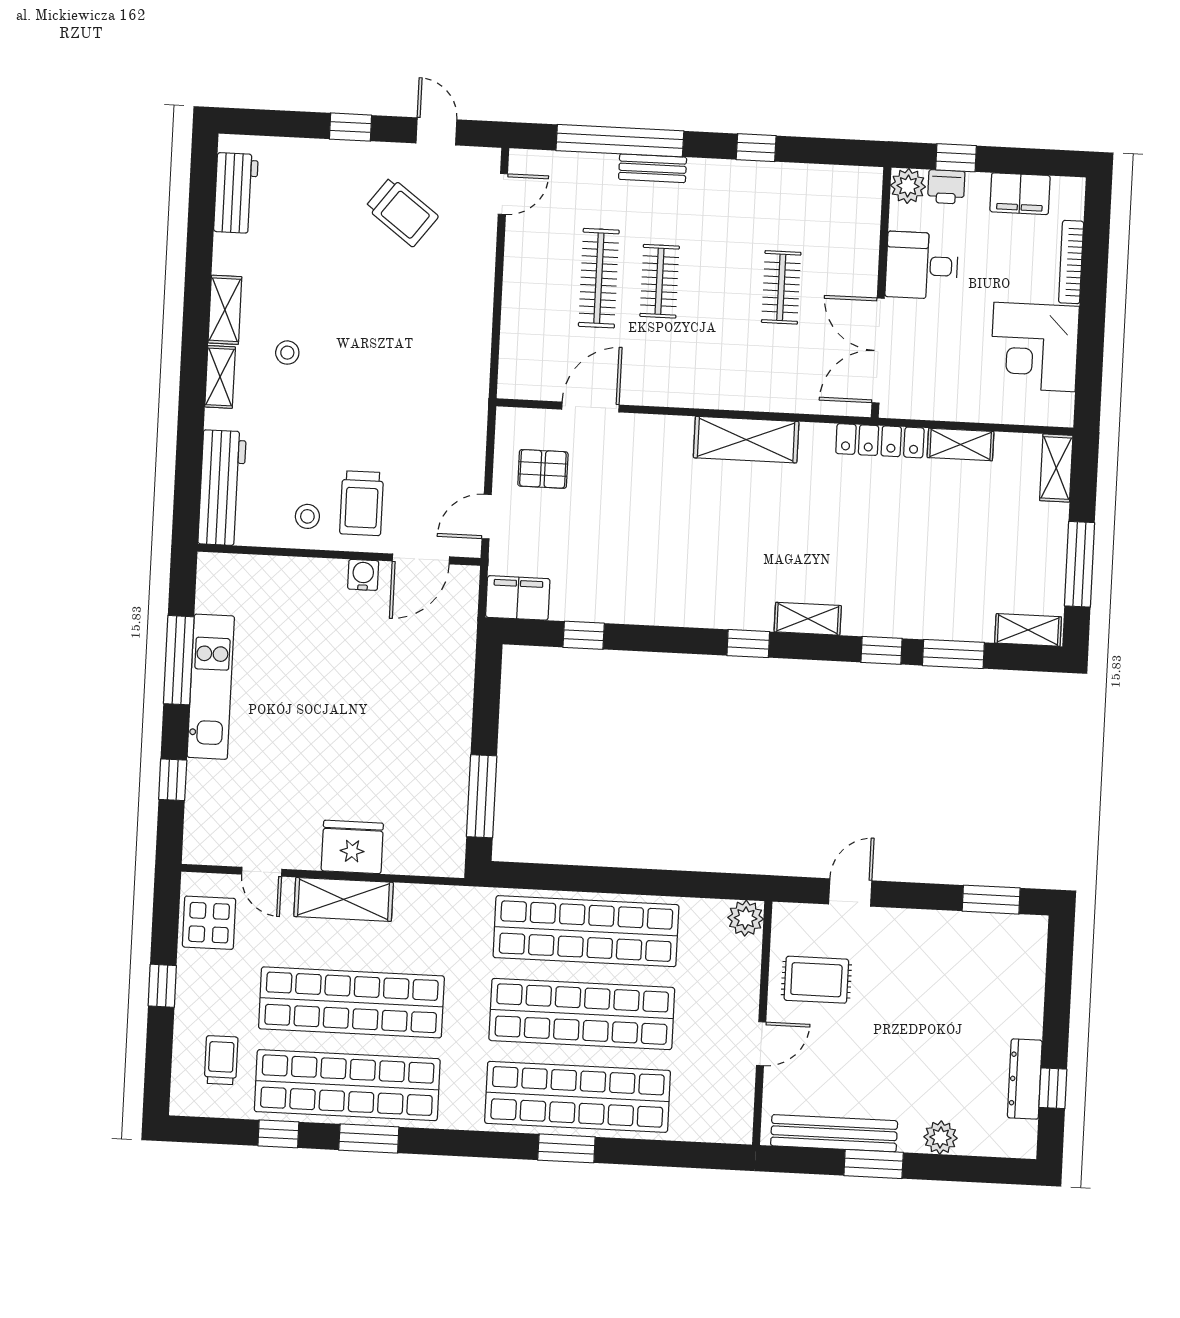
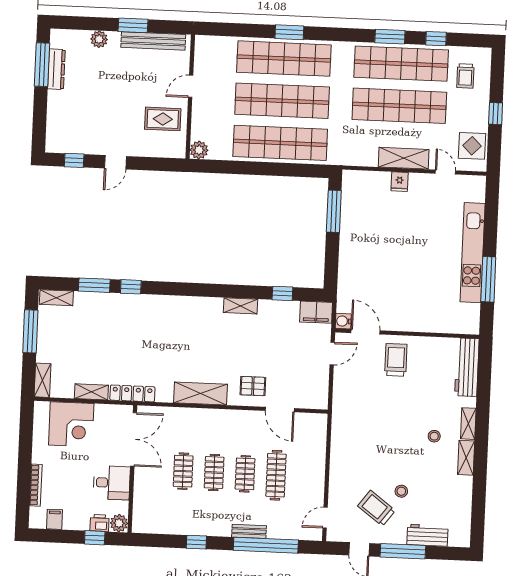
window: (350, 127) -> (403, 551), width x2.17
workbench: (236, 193) -> (428, 535), moved, turned 90
filing cabinet: (1020, 194) -> (55, 519), width x0.50
clothes rail: (720, 284) -> (214, 472), added
corner desk: (1035, 347) -> (71, 424), moved, turned 90
door: (590, 407) -> (280, 410), hinge flipped
pallet: (543, 469) -> (253, 386), moved
stool: (307, 516) -> (401, 491), moved
door: (421, 559) -> (366, 332), hinge flipped
water cooler: (363, 575) -> (343, 321), moved, turned 90
shelving: (808, 619) -> (240, 306), moved
window: (748, 644) -> (199, 290), removed
kitchen unit: (211, 687) -> (473, 253), width x1.36
window: (173, 780) -> (491, 218), removed
fridge: (352, 847) -> (400, 182), width x0.53, depth x0.75
door: (850, 892) -> (115, 162), moved
window: (991, 900) -> (74, 160), width x0.67
window: (1053, 1088) -> (42, 65), width x2.17

